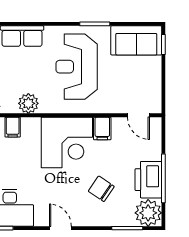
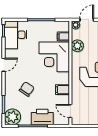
door: (138, 115) -> (70, 111), hinge flipped
corner desk: (67, 142) -> (54, 57), moved
printer: (148, 180) -> (42, 117), moved

